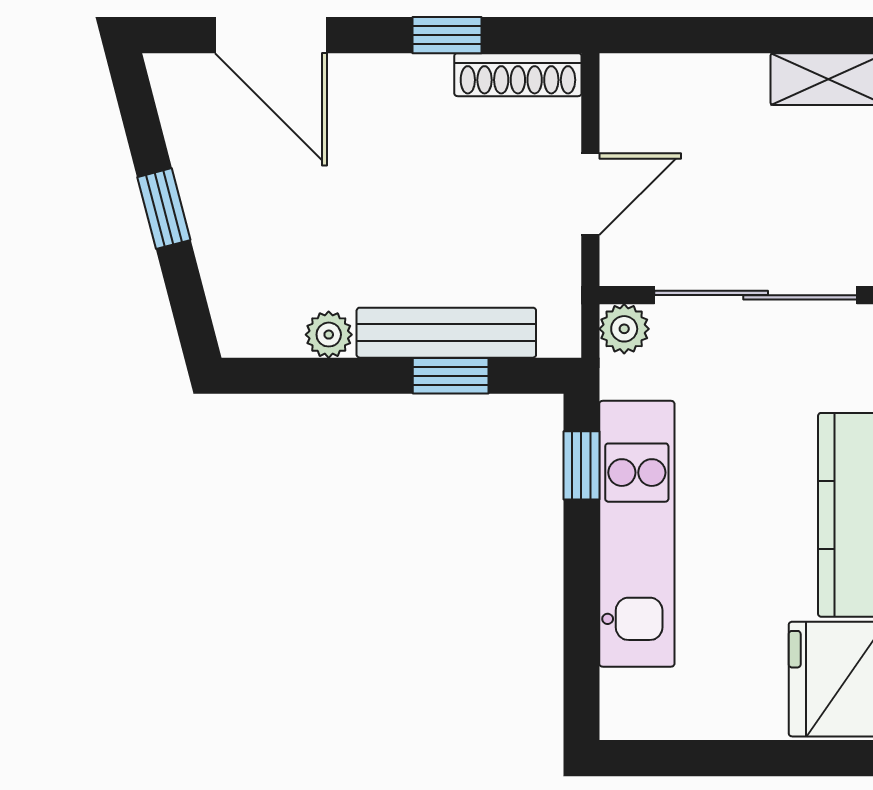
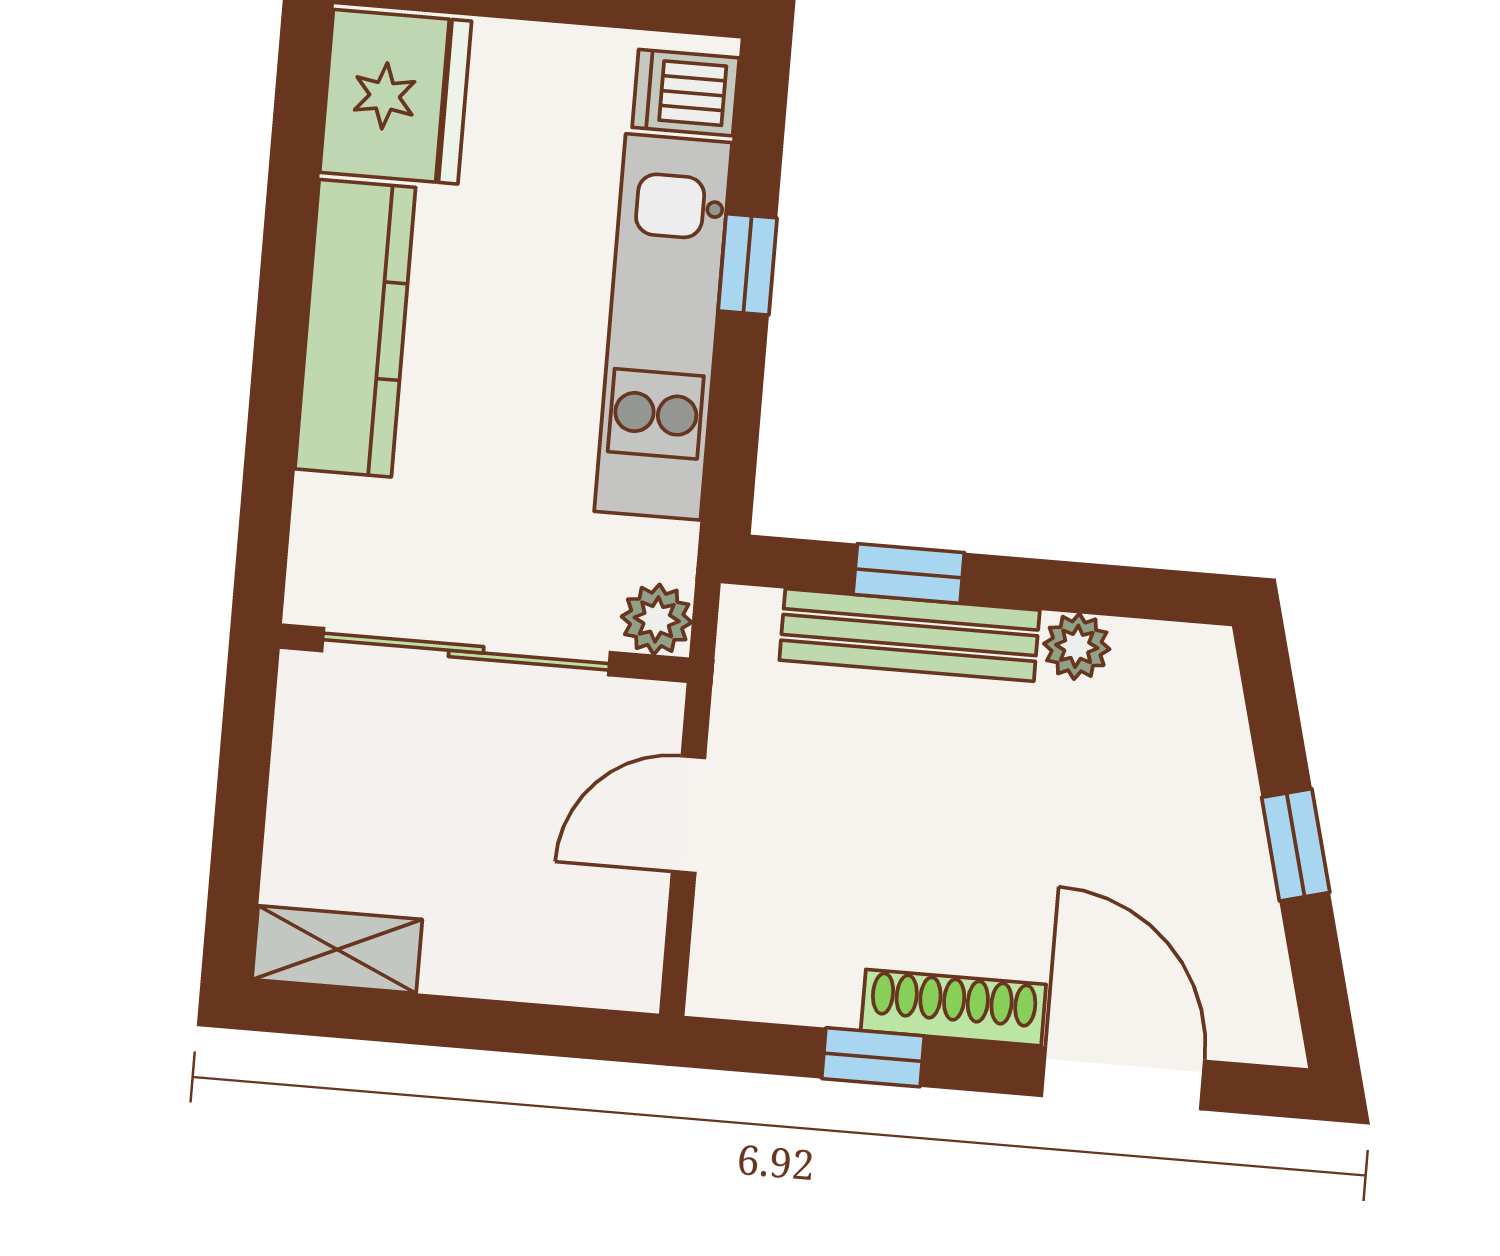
shoe rack: (518, 75) -> (953, 1008), moved
window: (581, 465) -> (748, 264), moved
dishwasher: (635, 699) -> (686, 93), added

